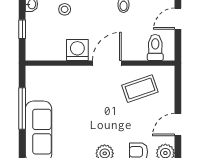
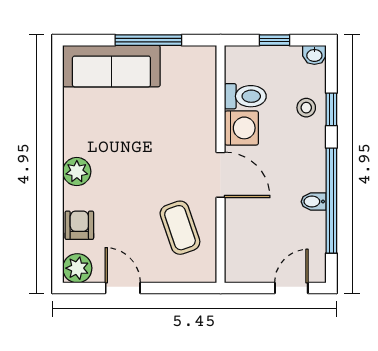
door: (178, 19) -> (291, 288), hinge flipped
toilet: (155, 48) -> (245, 96), moved

